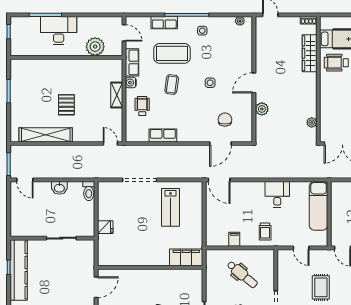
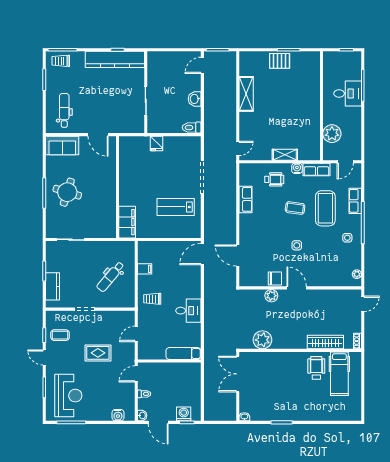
desk: (59, 30) -> (348, 93), width x0.73
pallet: (66, 105) -> (280, 61), moved
chair: (225, 120) -> (275, 278), moved
plant: (312, 122) -> (262, 340), width x1.88, depth x1.88
shelving: (46, 135) -> (246, 94), width x0.68
exam couch: (319, 206) -> (183, 353), width x0.73, depth x0.69

